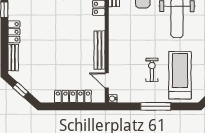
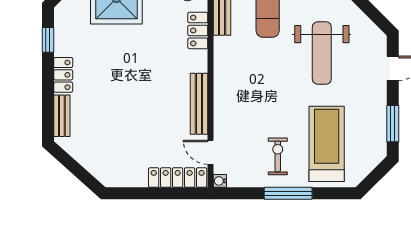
exercise bike: (152, 70) -> (278, 156), moved
window: (20, 90) -> (74, 167), removed
locker: (73, 96) -> (178, 177), moved

